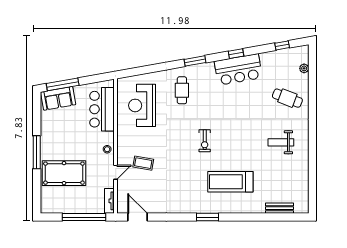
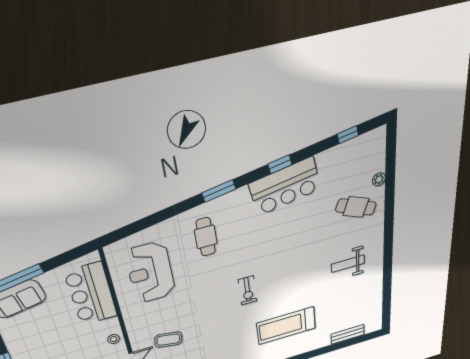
plant: (304, 68) -> (379, 179), moved

